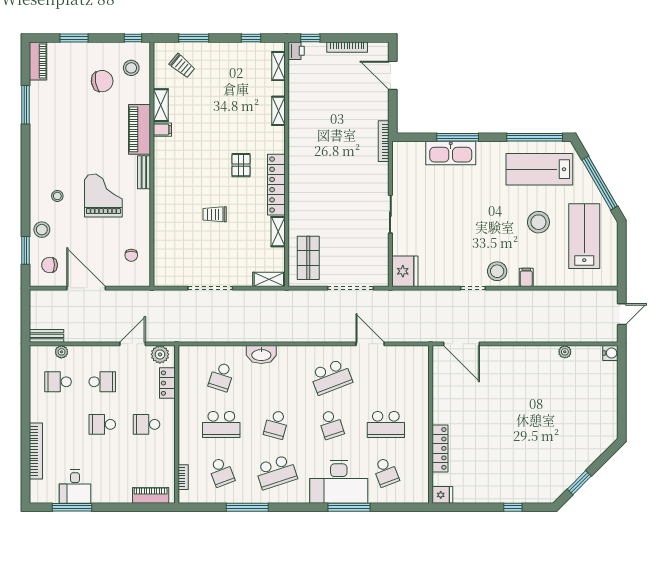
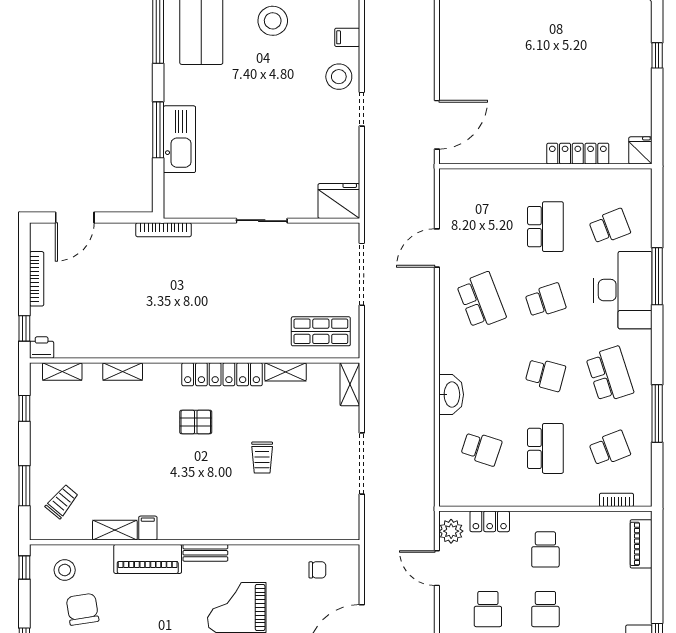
school desk: (102, 382) -> (488, 609), turned 180

